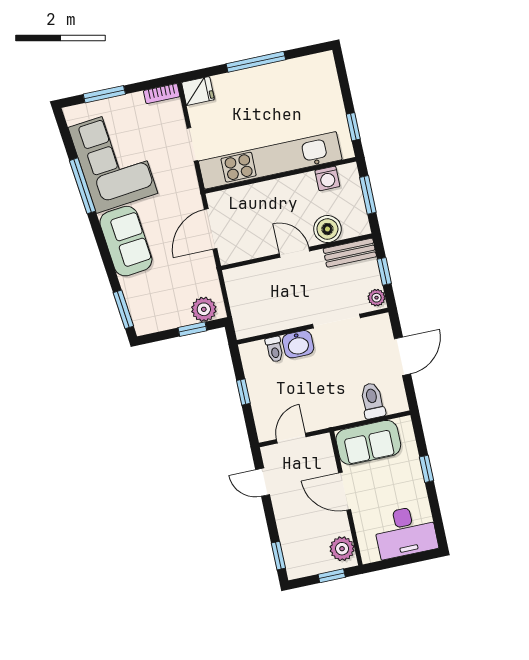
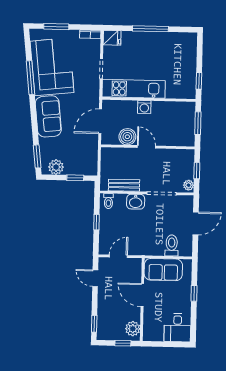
kitchen unit: (270, 160) -> (134, 89), width x0.73
washing machine: (327, 178) -> (144, 107), moved
boiler: (327, 229) -> (127, 137), moved
bench: (350, 253) -> (124, 185), moved
plant: (204, 309) -> (56, 167), moved
toilet: (275, 349) -> (108, 201), moved
desk: (405, 532) -> (177, 328), width x0.73

